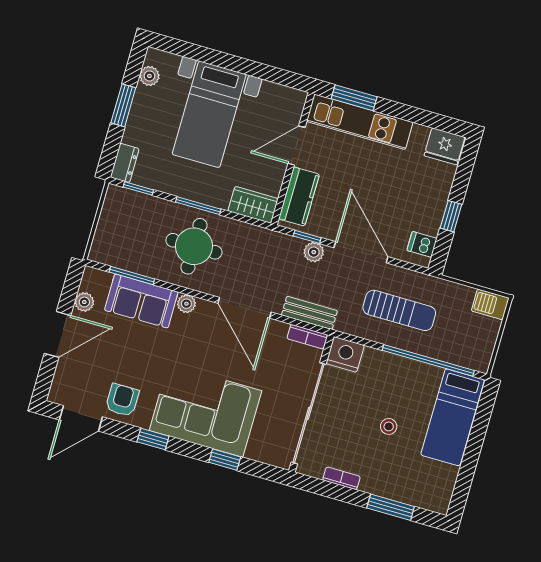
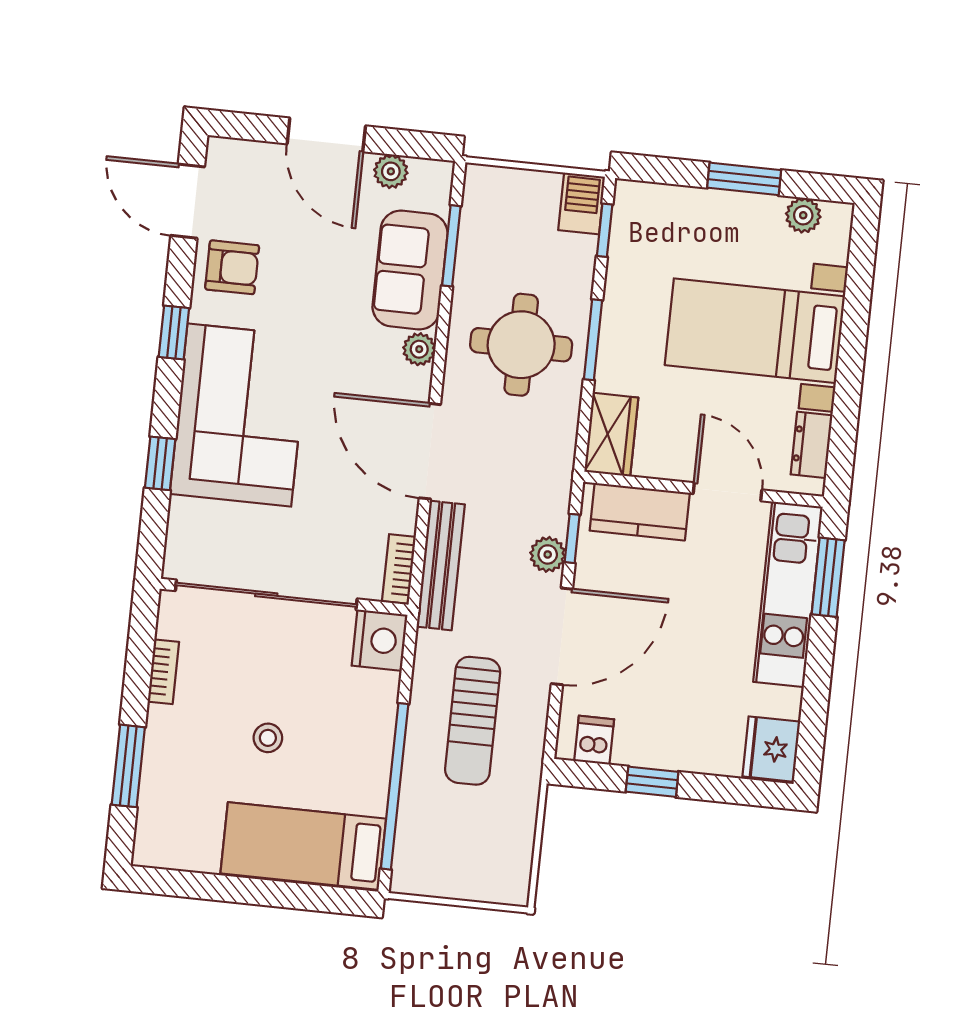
dresser: (125, 163) -> (812, 445), moved, turned 90
barbecue: (490, 304) -> (582, 203), moved
door: (244, 308) -> (430, 451), hinge flipped
bench: (309, 313) -> (441, 566), width x1.36

